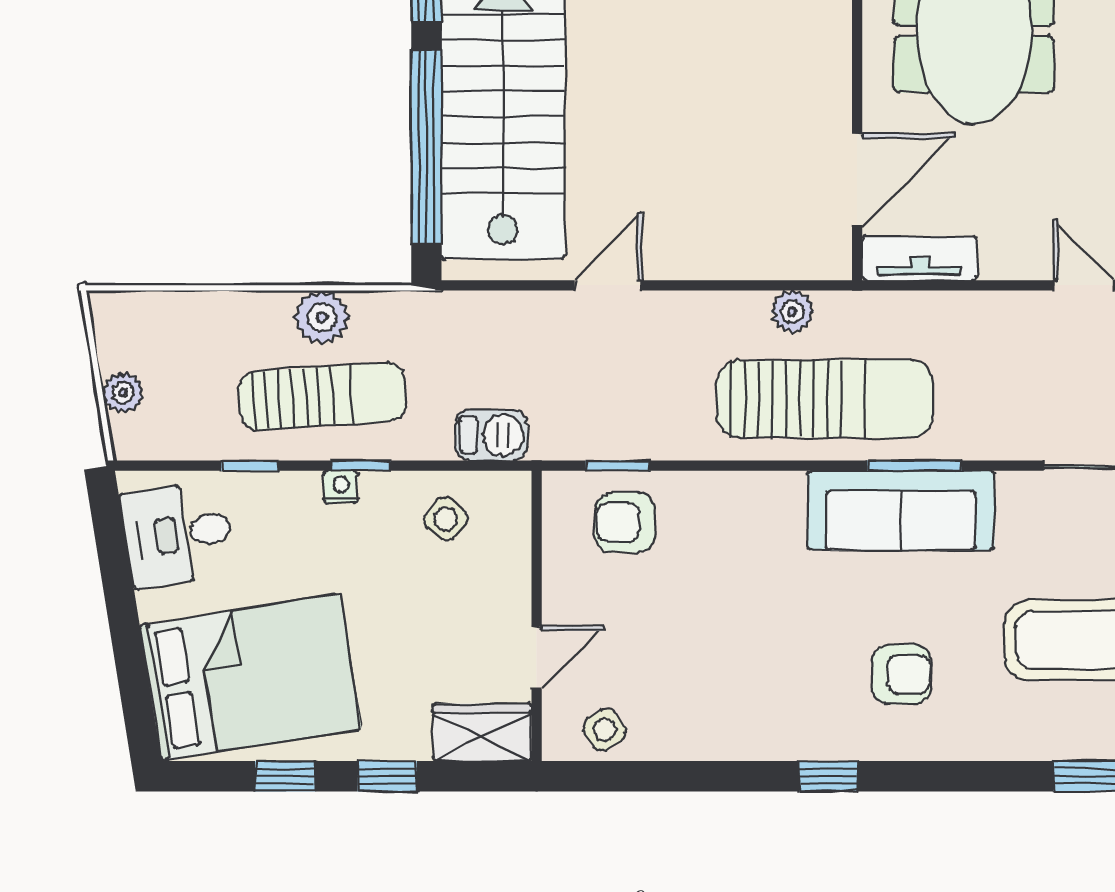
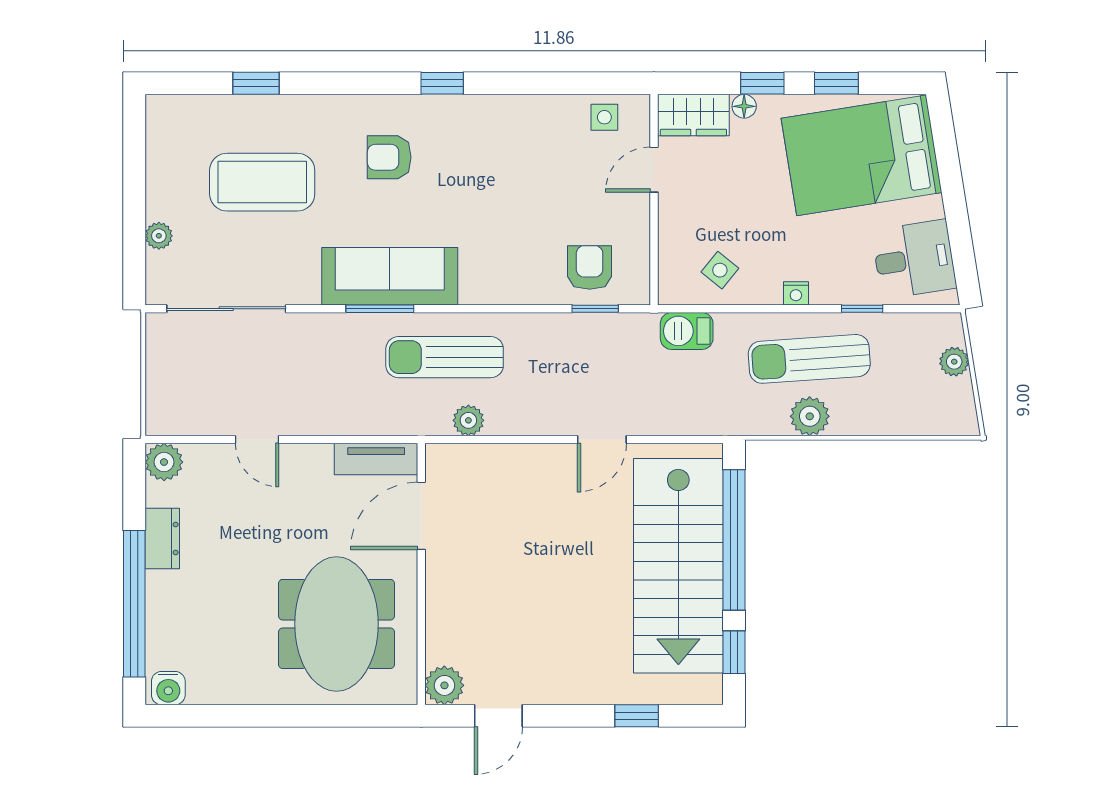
sun lounger: (825, 399) -> (445, 357), width x0.73, depth x0.75
window: (361, 466) -> (781, 309), removed
armchair: (625, 522) -> (590, 268), turned -90
side table: (605, 729) -> (604, 117), turned 33
floor lamp: (412, 745) -> (744, 106), added

